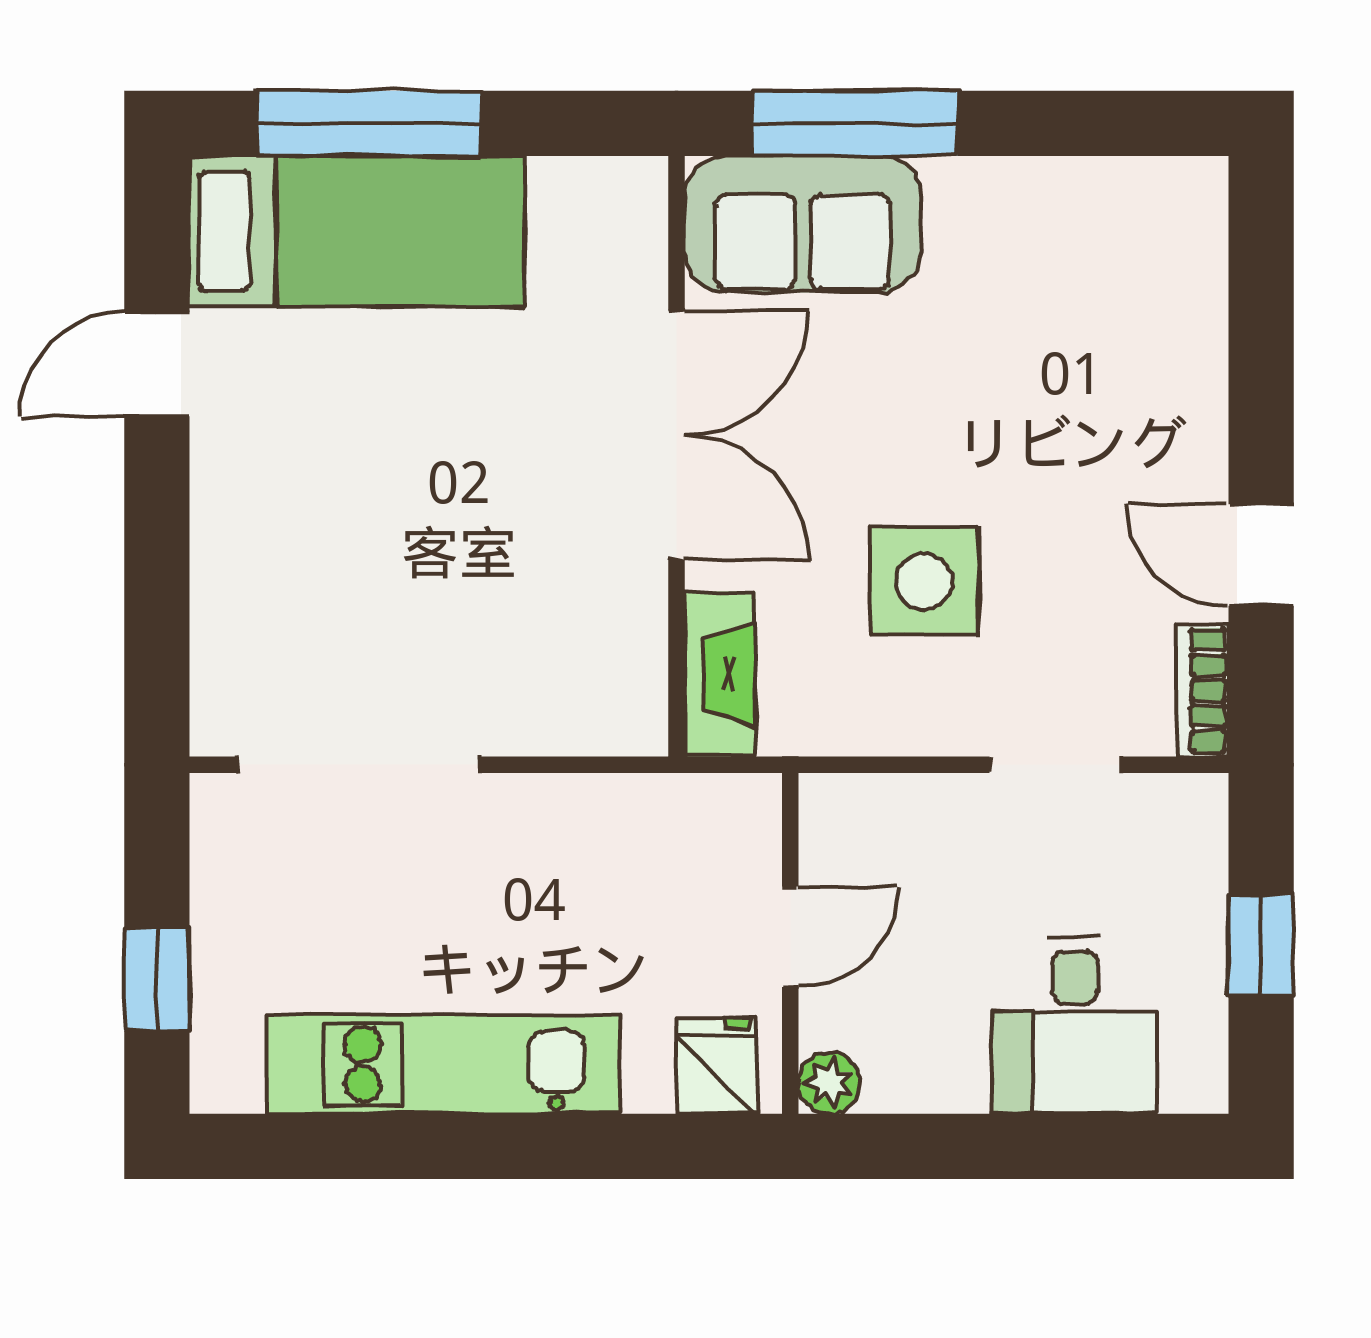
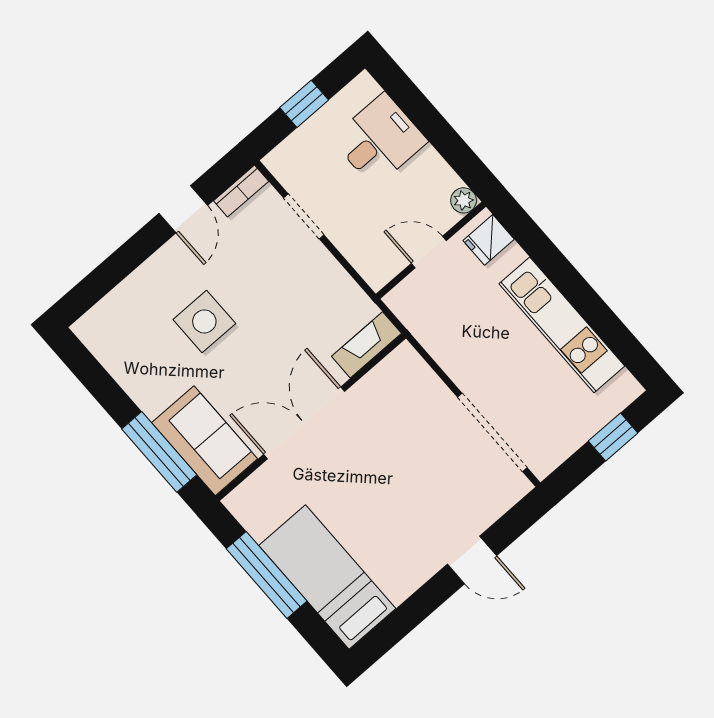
window: (369, 123) -> (267, 575), moved
door: (157, 364) -> (472, 560), moved
side table: (924, 582) -> (204, 321), moved

